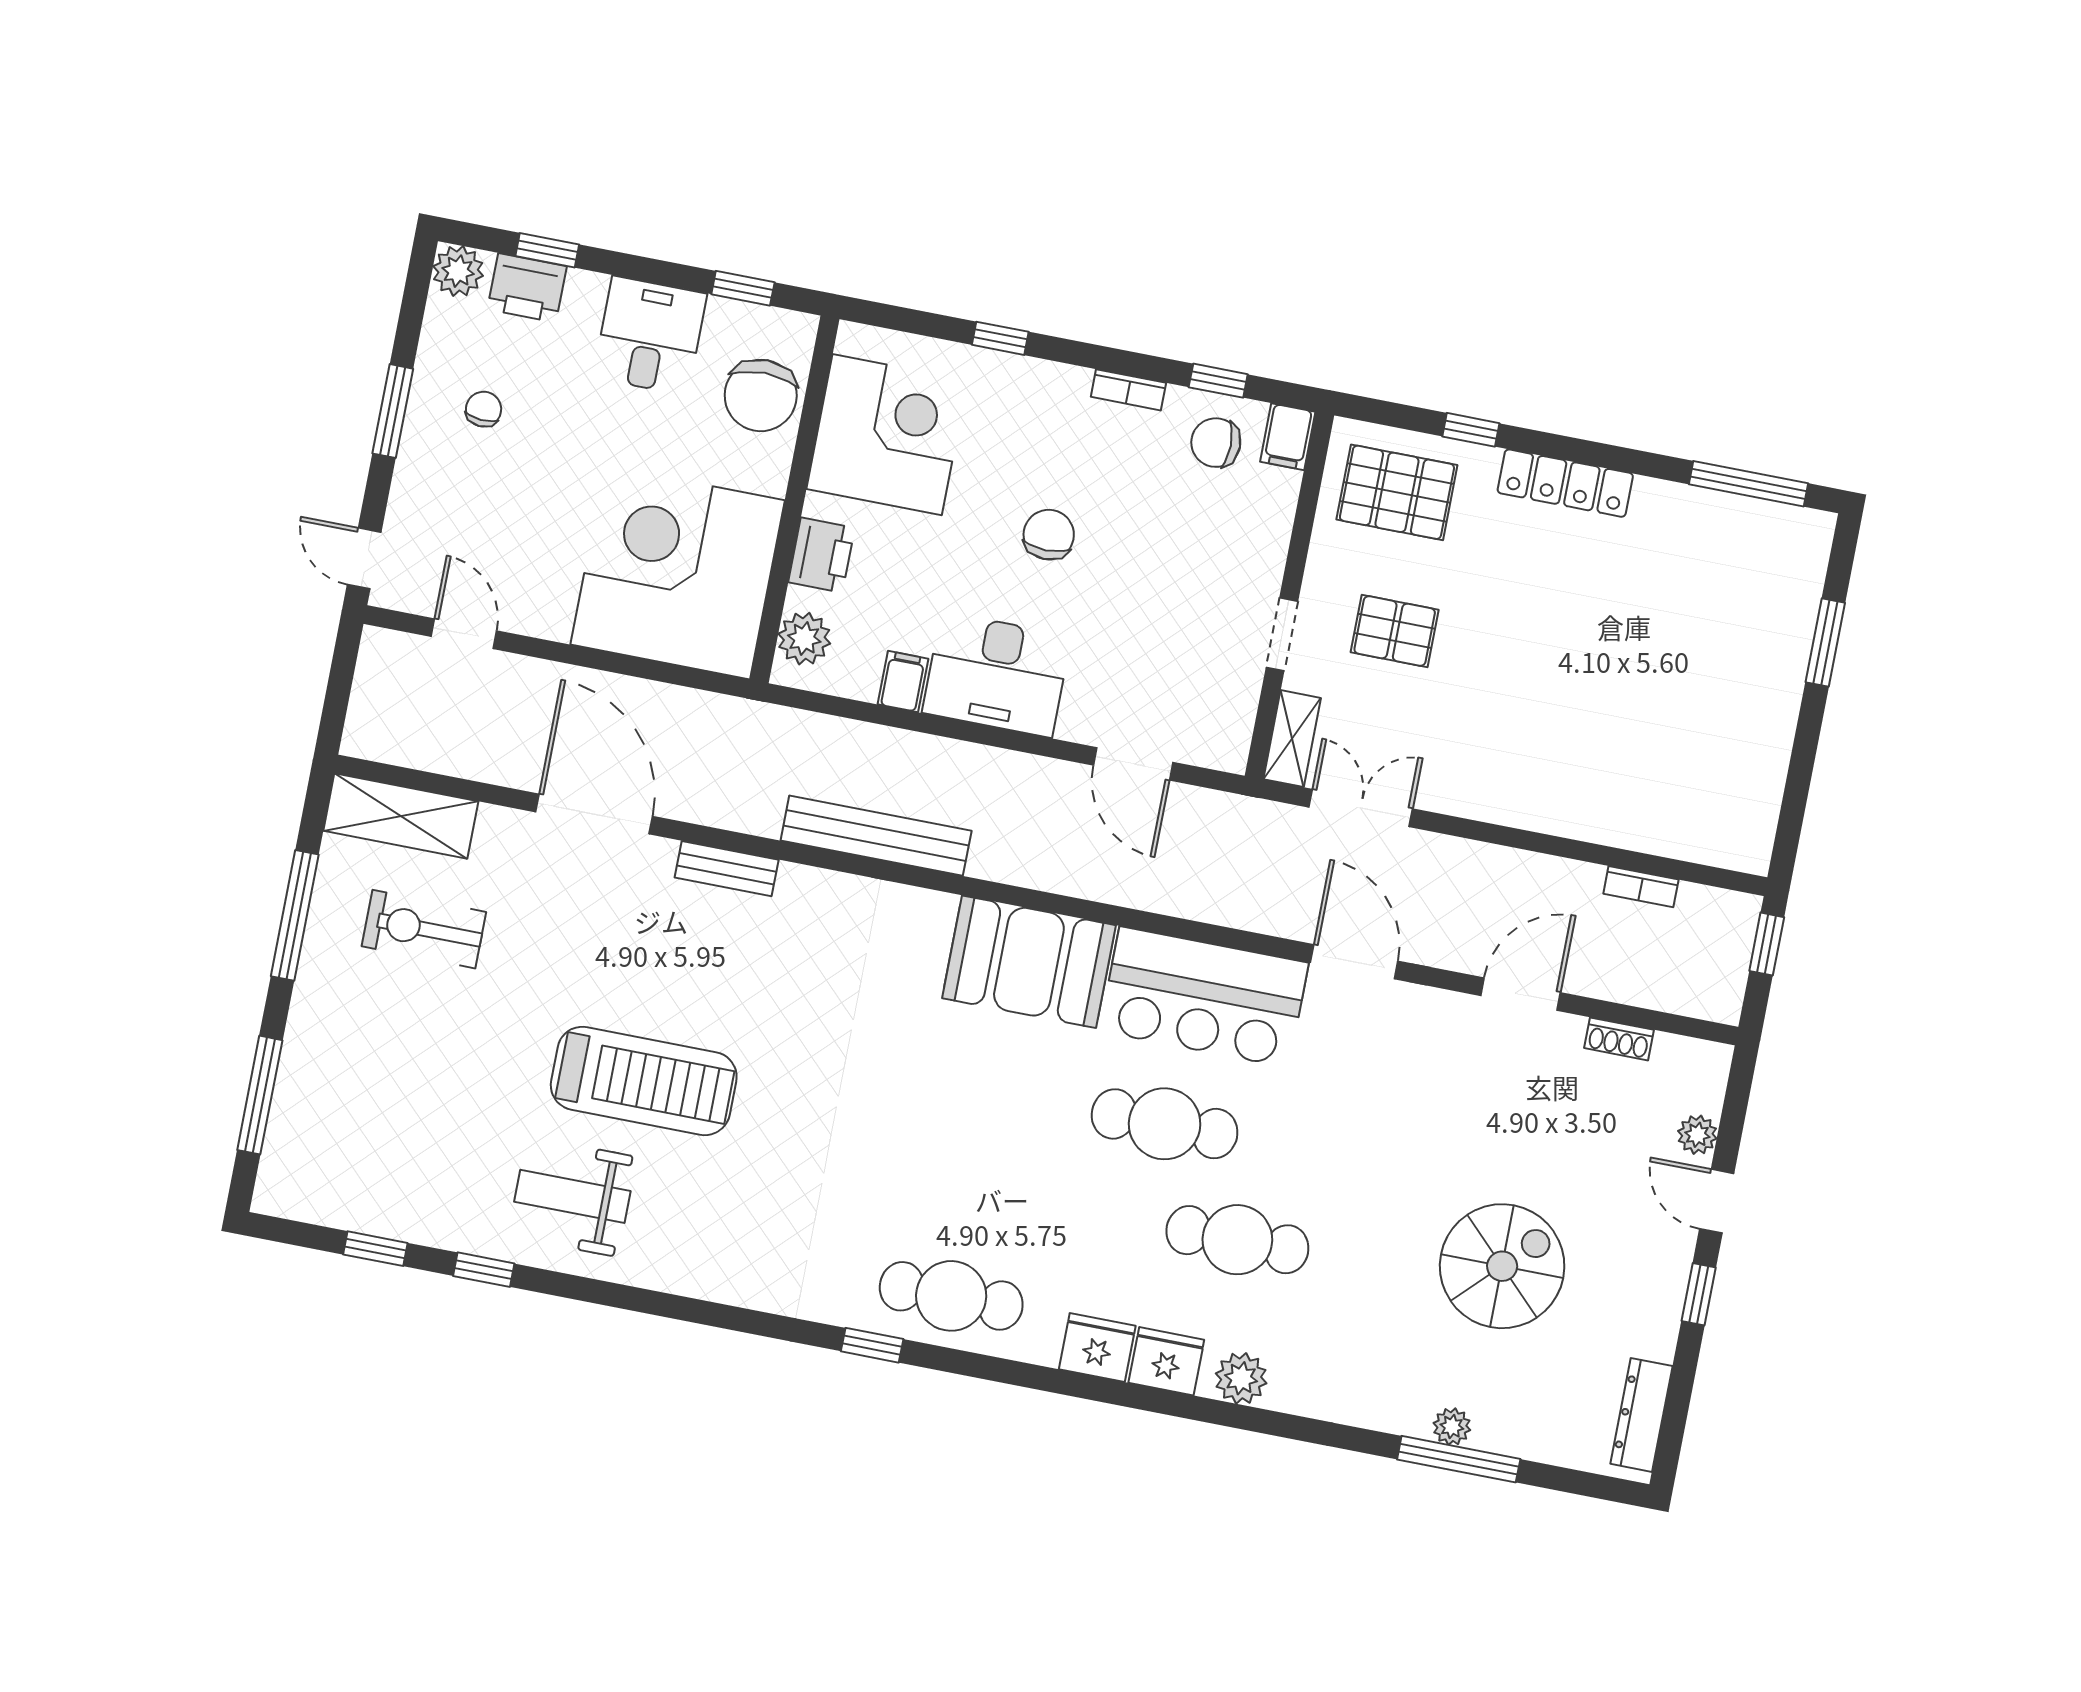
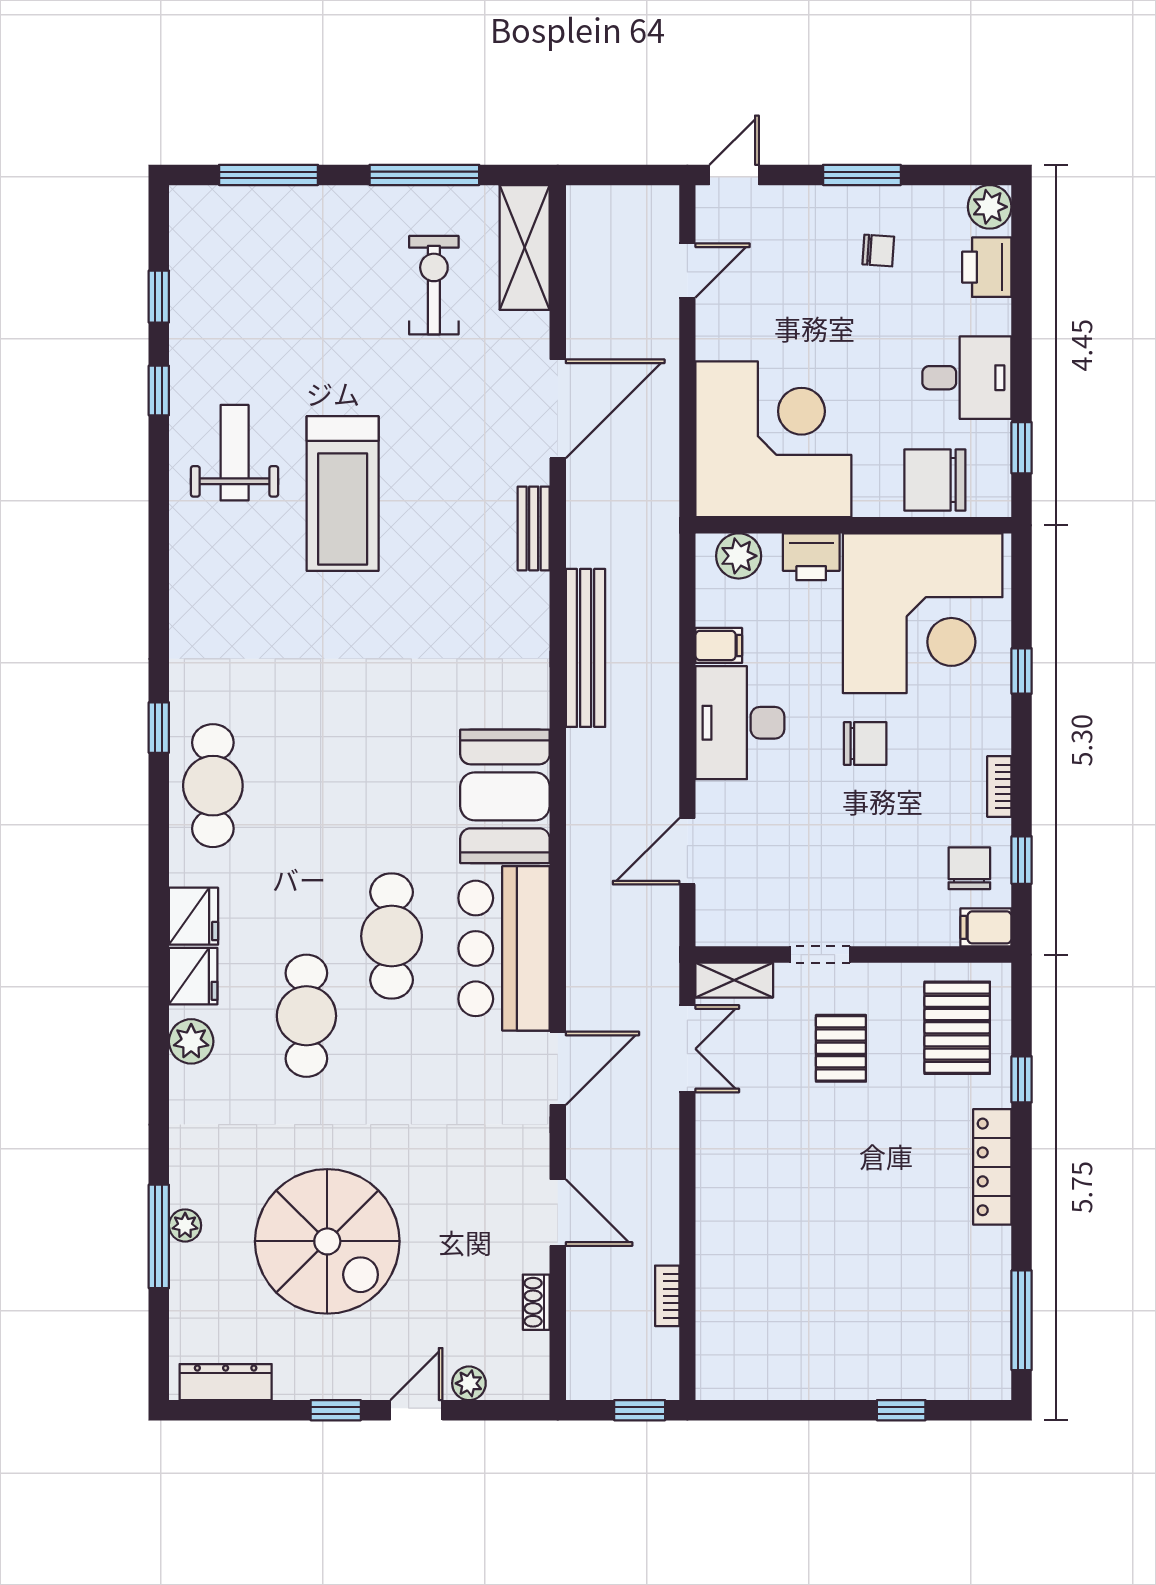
window: (547, 250) -> (1022, 278), removed
corner desk: (887, 435) -> (923, 613), width x1.36, depth x1.36
window: (1825, 643) -> (901, 1410), width x0.67
spiral stairs: (1502, 1266) -> (327, 1241), width x1.37, depth x1.37

